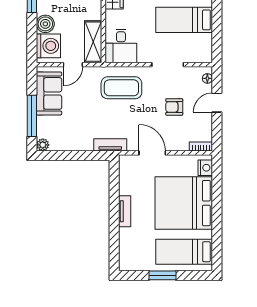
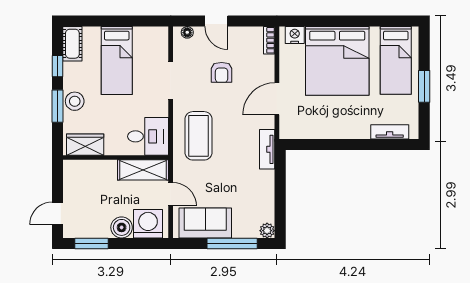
tv unit: (125, 211) -> (390, 132), moved

